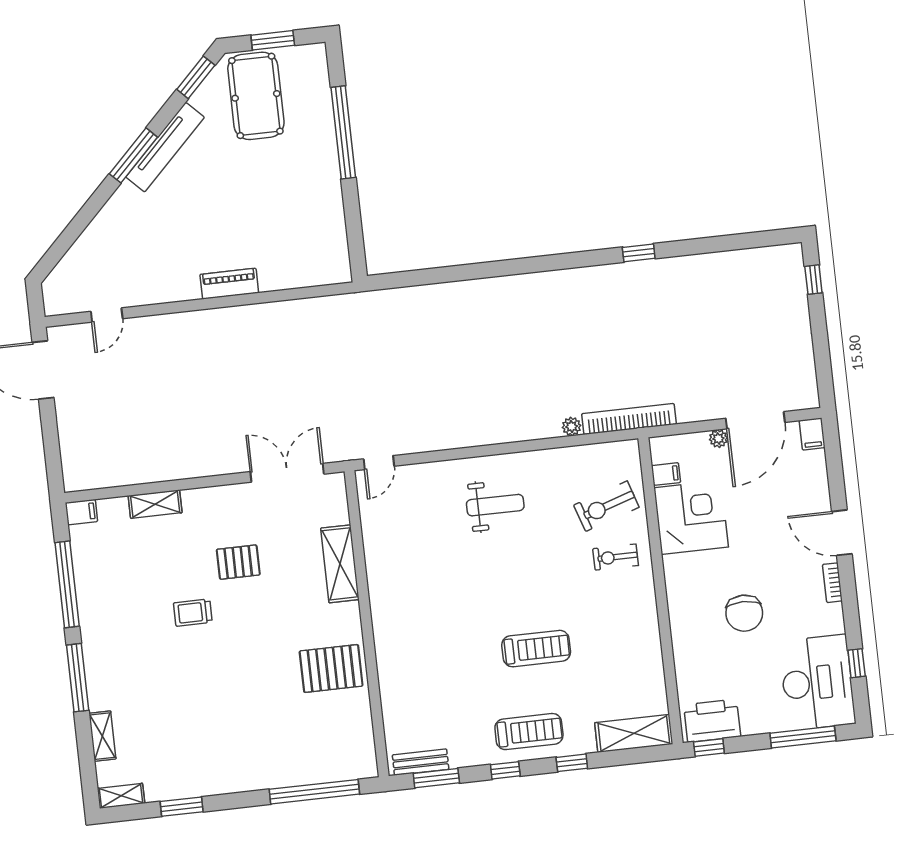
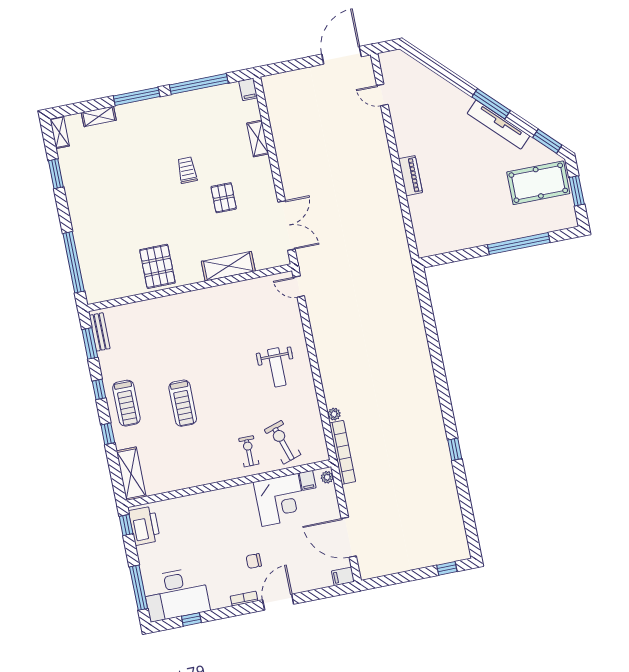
plant: (718, 439) -> (327, 477), moved
chair: (744, 613) -> (254, 561), moved, width x0.54, depth x0.54

